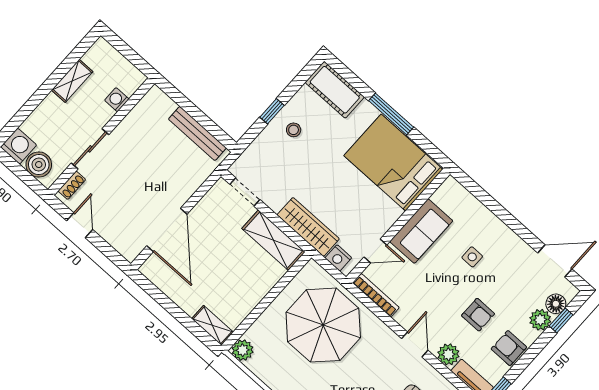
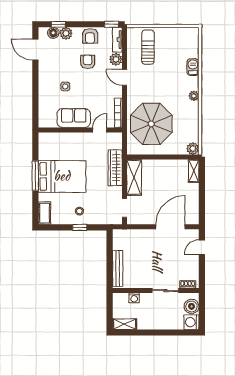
shelving: (72, 81) -> (125, 324), moved
cot: (335, 90) -> (44, 213), width x0.73, depth x0.75
bench: (197, 133) -> (118, 269), moved
bed: (393, 163) -> (62, 176), moved, turned -90
door: (80, 225) -> (202, 247), moved
door: (375, 251) -> (100, 130), hinge flipped
nightstand: (338, 258) -> (117, 143), removed
door: (415, 344) -> (124, 77), hinge flipped

